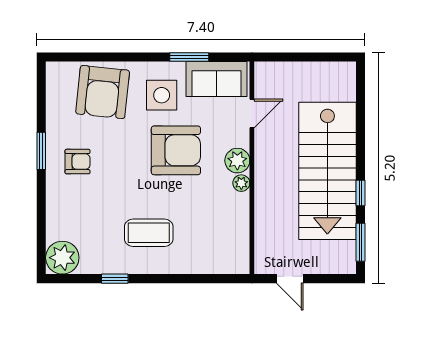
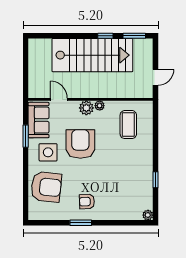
armchair: (78, 162) -> (87, 202), turned -92
coffee table: (149, 233) -> (128, 125), moved
plant: (62, 258) -> (148, 215), width x0.53, depth x0.53

